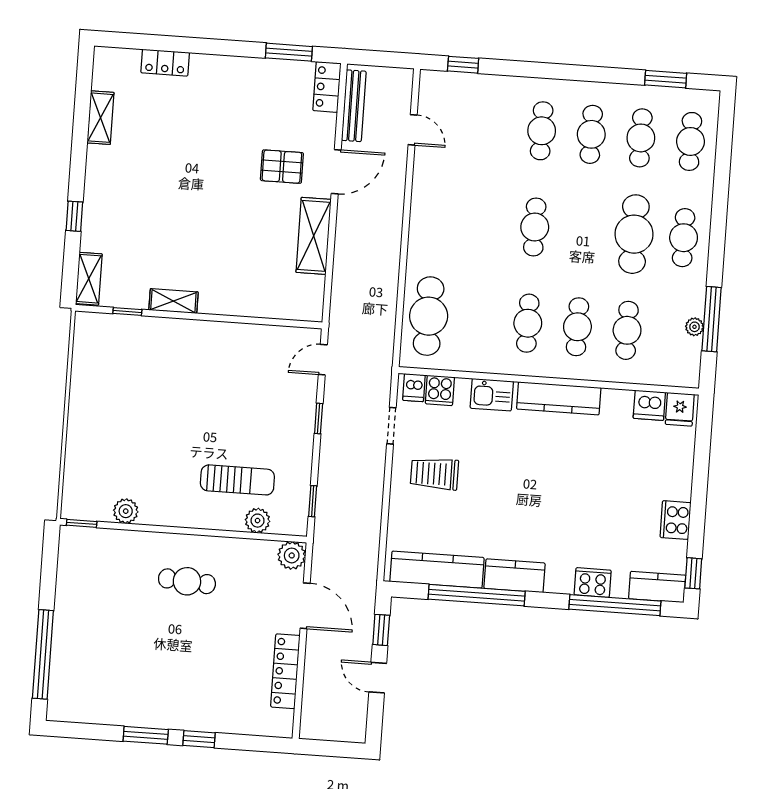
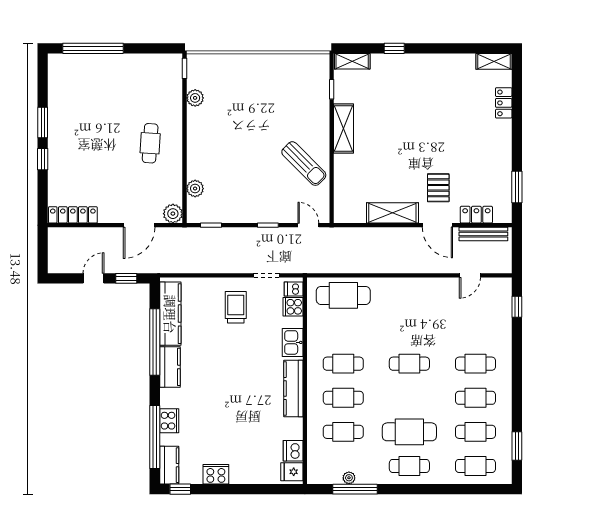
locker: (327, 87) -> (476, 215), moved
shelving: (101, 118) -> (494, 61), moved
shelving: (173, 301) -> (344, 129), width x1.50, depth x1.33
sun lounger: (237, 480) -> (304, 164), moved, turned -45
locker: (285, 671) -> (73, 215), moved

